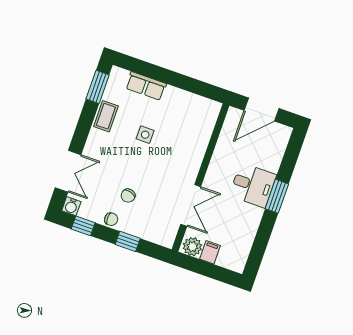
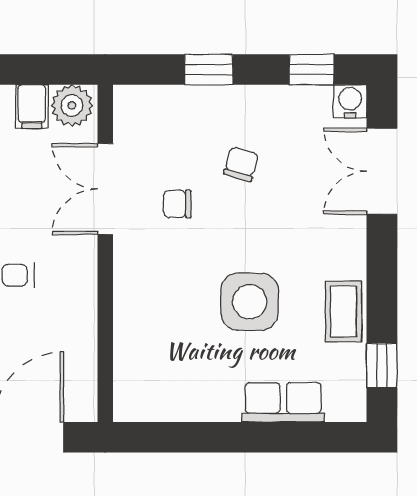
window: (98, 87) -> (382, 366), width x0.67
side table: (145, 135) -> (250, 302), width x1.87, depth x1.87
chair: (111, 219) -> (177, 204), moved

